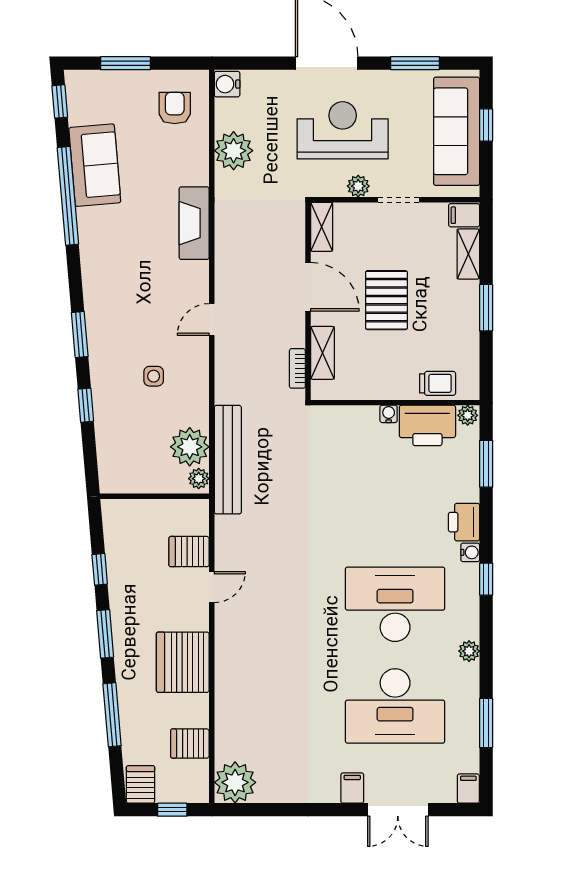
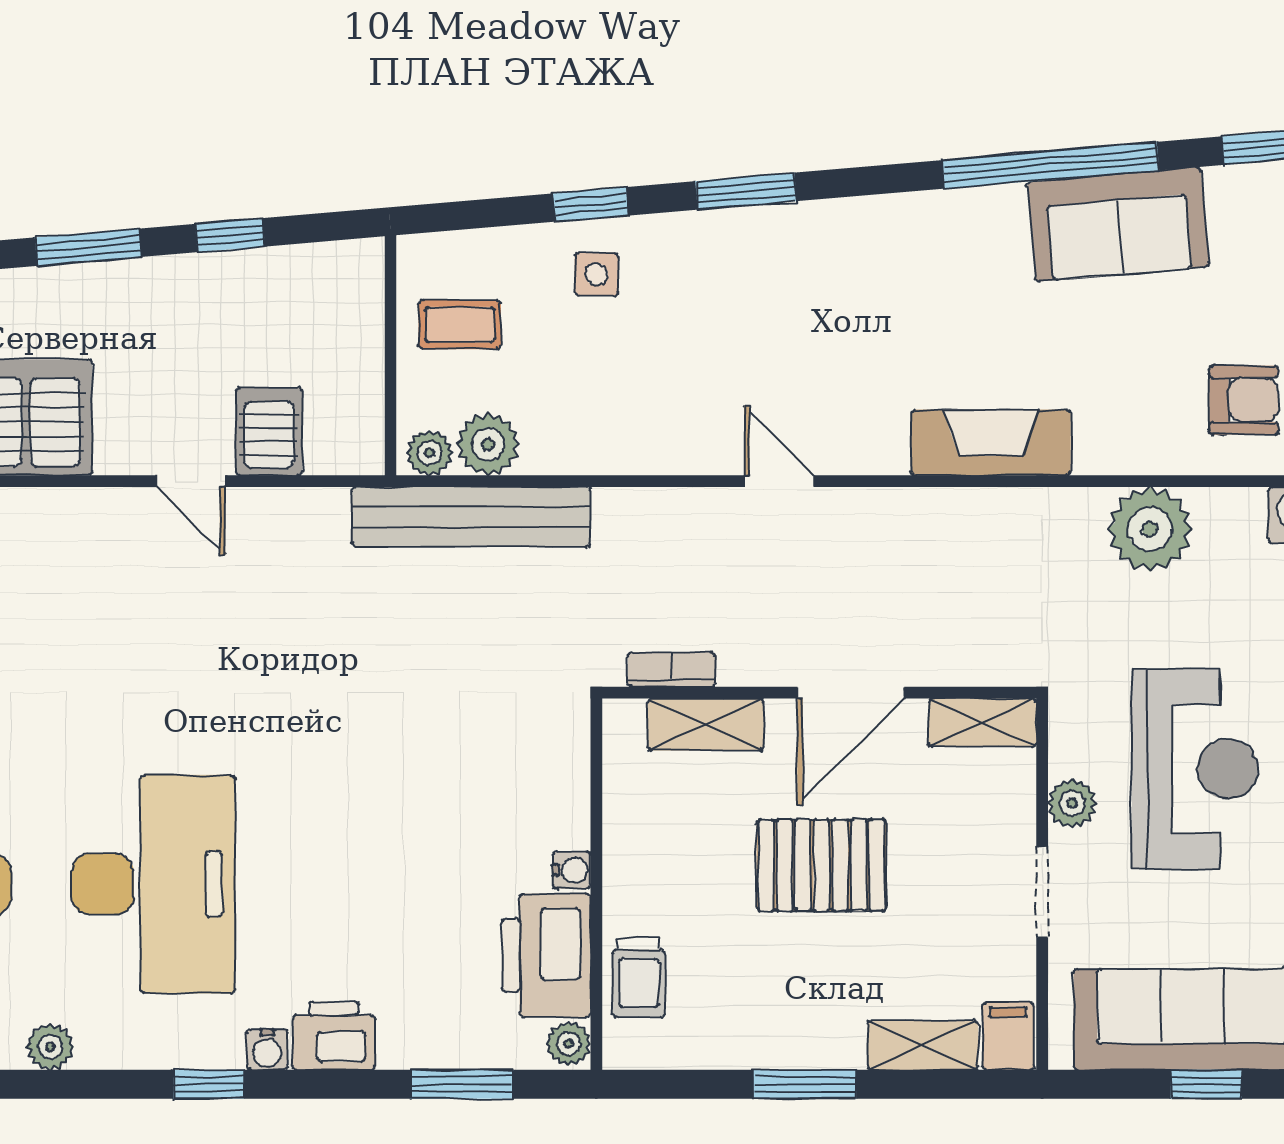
side table: (154, 376) -> (596, 274), moved
plant: (190, 447) -> (488, 444), width x0.73, depth x0.73
coffee table: (140, 465) -> (460, 325), added

